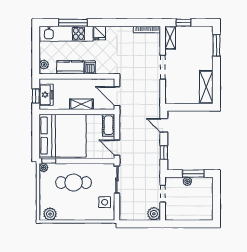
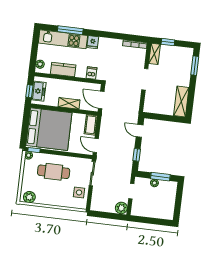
dishwasher: (90, 67) -> (91, 73), moved

